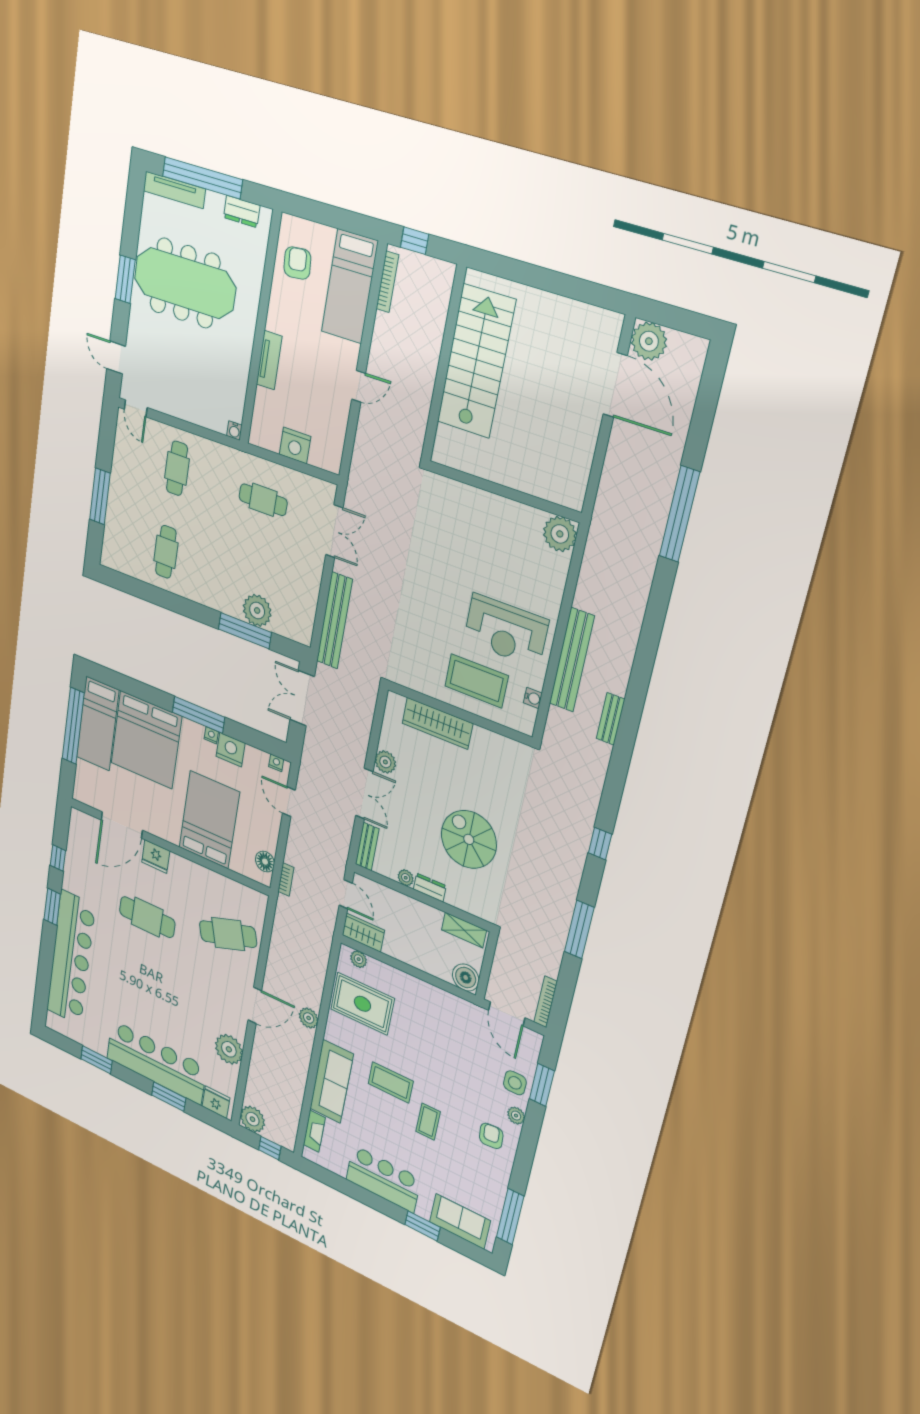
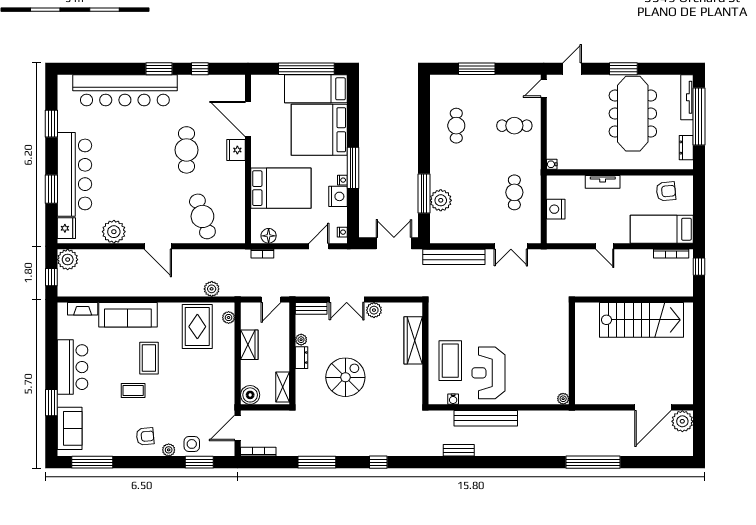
plant: (560, 534) -> (563, 399), width x0.53, depth x0.53
cafe table: (166, 552) -> (456, 126), turned 90
wardrobe: (363, 933) -> (249, 345), moved
plant: (309, 1018) -> (212, 289), moved

